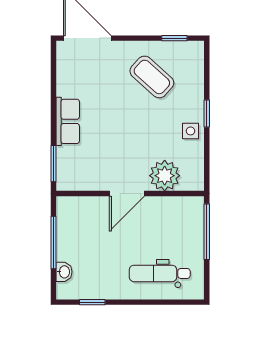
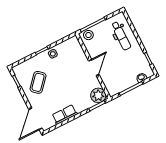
row of seats: (68, 121) -> (65, 115), moved
plant: (165, 176) -> (98, 95), moved
door: (127, 194) -> (94, 68), hinge flipped
stool: (192, 214) -> (88, 35), added

